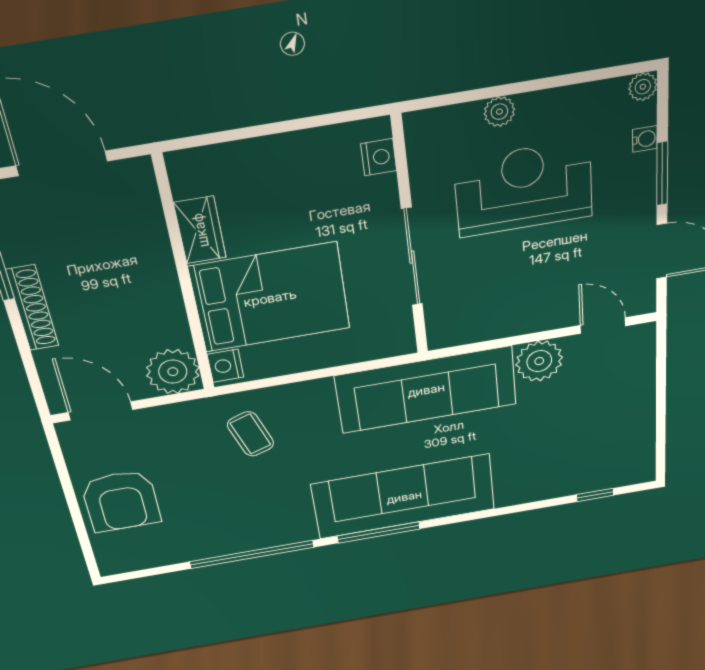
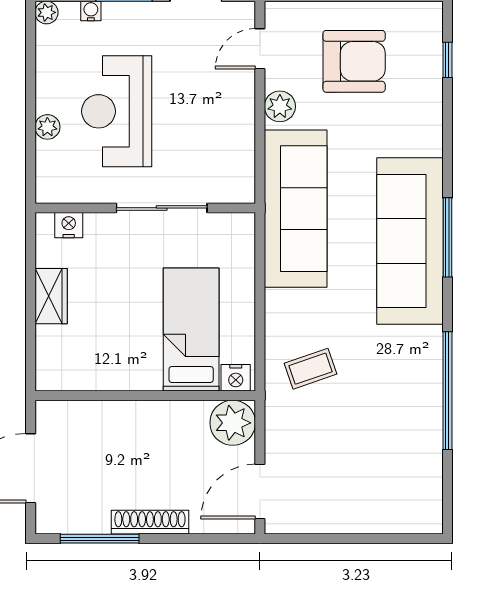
wardrobe: (200, 230) -> (51, 296), moved, turned 90
bed: (270, 298) -> (191, 330), width x0.67
plant: (539, 361) -> (280, 106), width x0.73, depth x0.73
armchair: (121, 501) -> (354, 61), moved
window: (379, 532) -> (447, 237), moved

